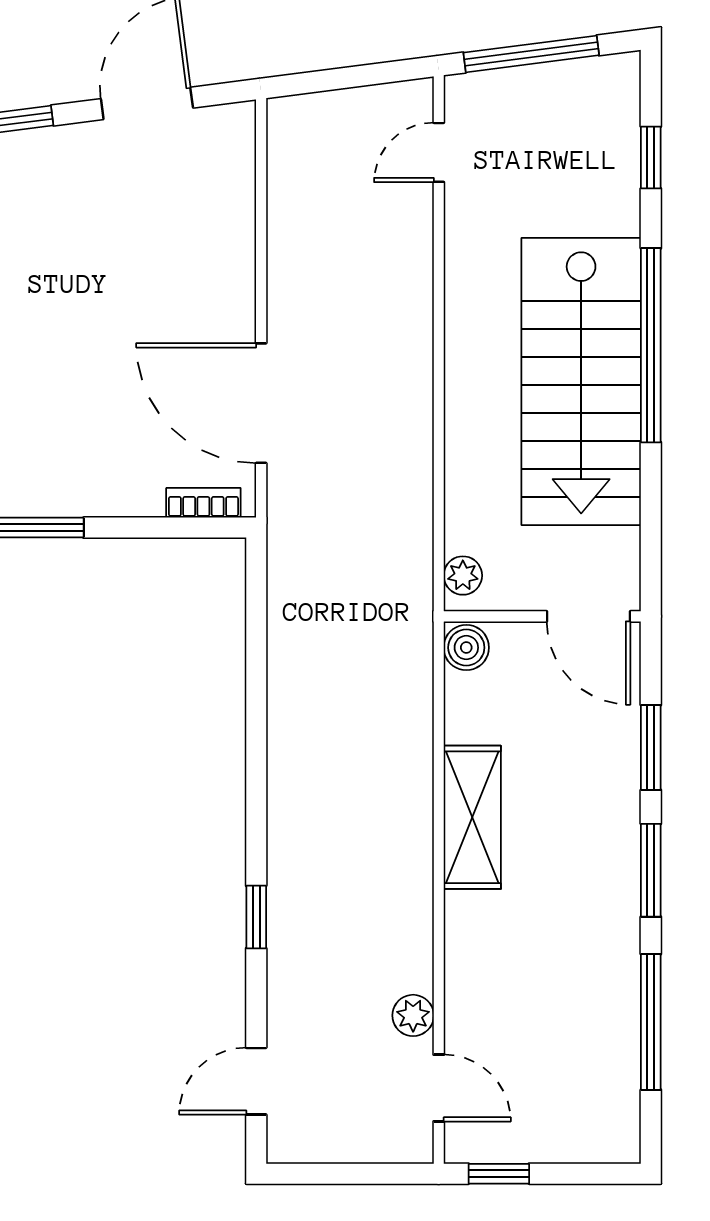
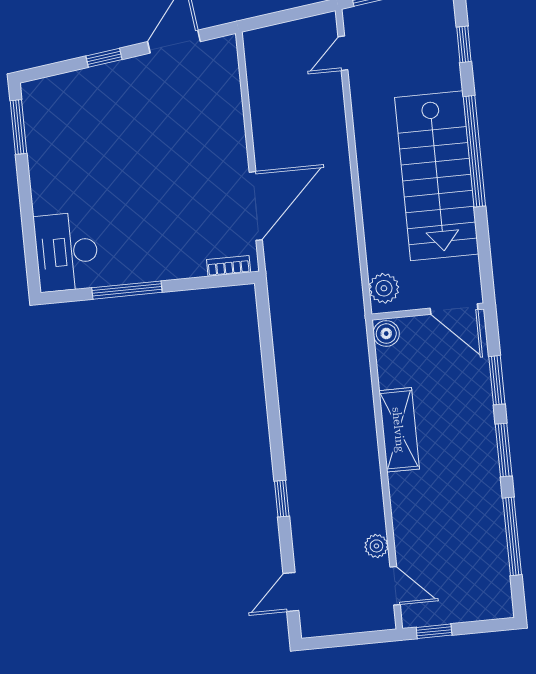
door: (261, 403) -> (256, 206), swing flipped
plant: (463, 576) -> (384, 288), width x1.38, depth x1.38

